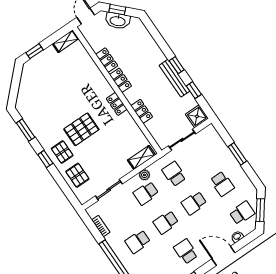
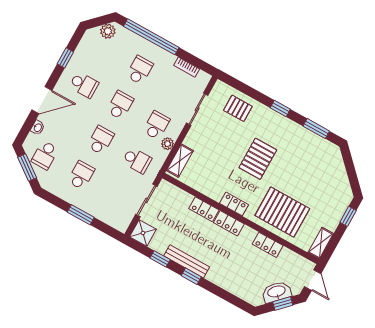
locker: (120, 80) -> (229, 223), moved
pallet: (62, 152) -> (282, 212), moved, width x2.05, depth x2.00
school desk: (222, 184) -> (81, 175), turned 90

